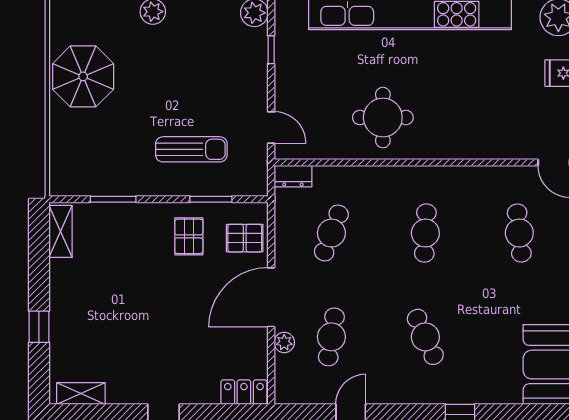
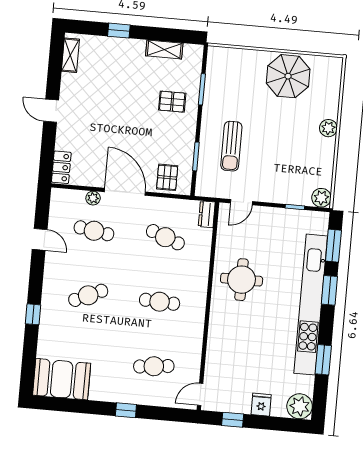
shelving: (60, 231) -> (164, 49), moved
pallet: (189, 236) -> (172, 102), moved

